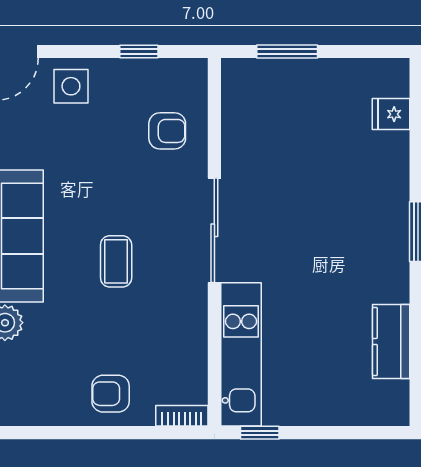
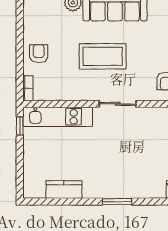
sliding door: (214, 230) -> (118, 104), width x0.73
coffee table: (116, 261) -> (103, 56), width x1.86, depth x1.72

